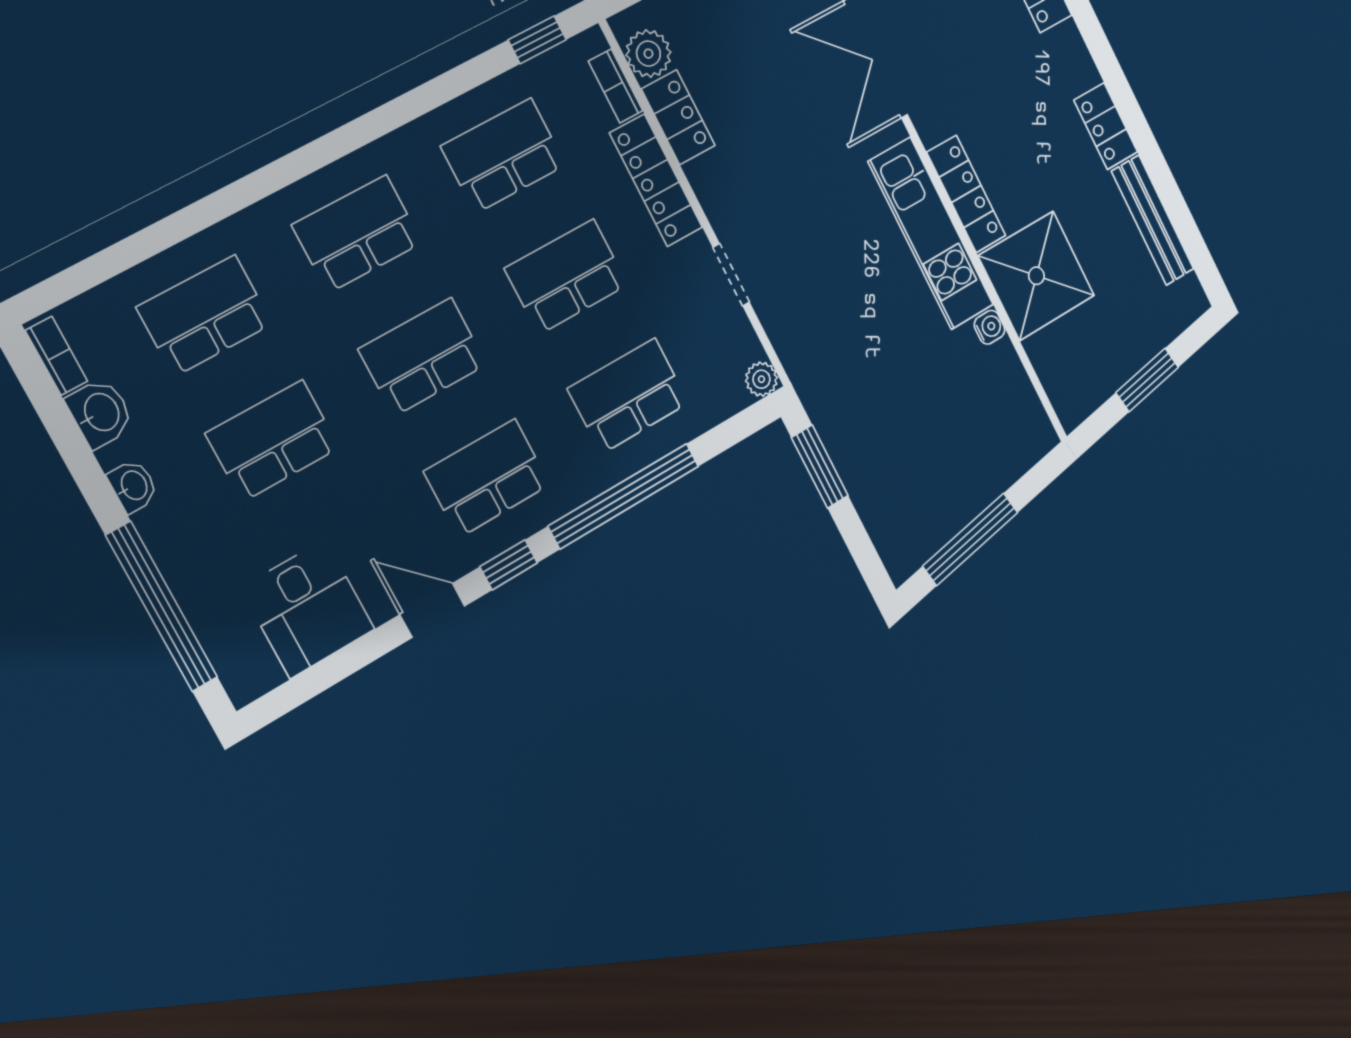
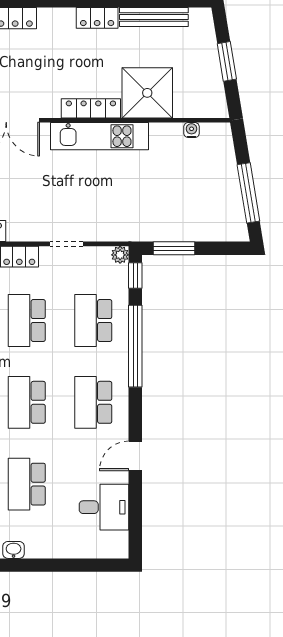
water cooler: (989, 327) -> (192, 130), moved
window: (509, 565) -> (135, 275), moved
window: (162, 606) -> (69, 565), removed

